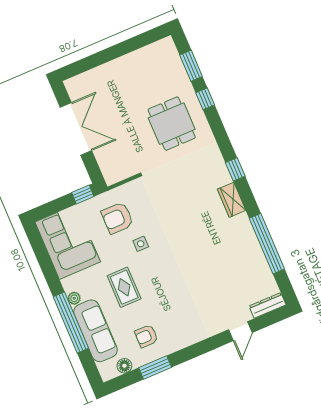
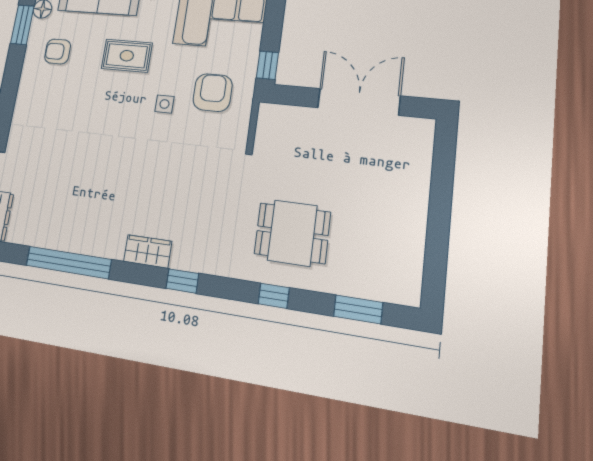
window: (205, 99) -> (274, 296), moved
double door: (76, 129) -> (359, 102), swing flipped
armchair: (146, 336) -> (58, 51), turned -90
window: (155, 367) -> (22, 25), moved

